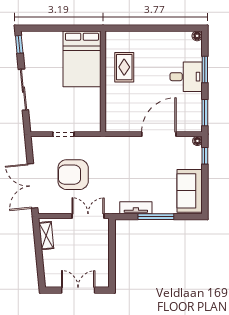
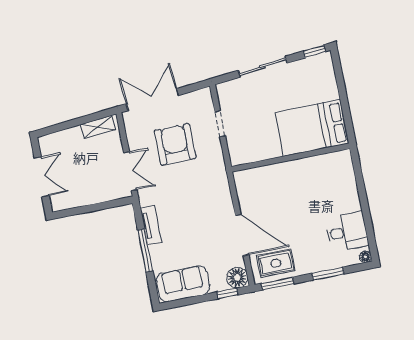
rug: (124, 67) -> (276, 263), moved
desk: (186, 77) -> (347, 232), moved, turned -90
floor lamp: (197, 141) -> (237, 277), width x1.89, depth x1.89

